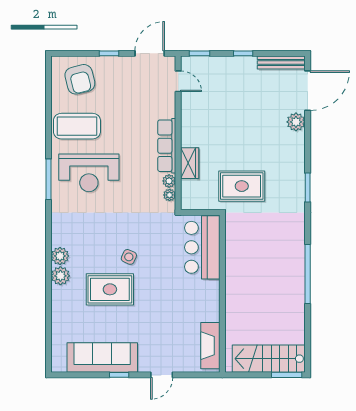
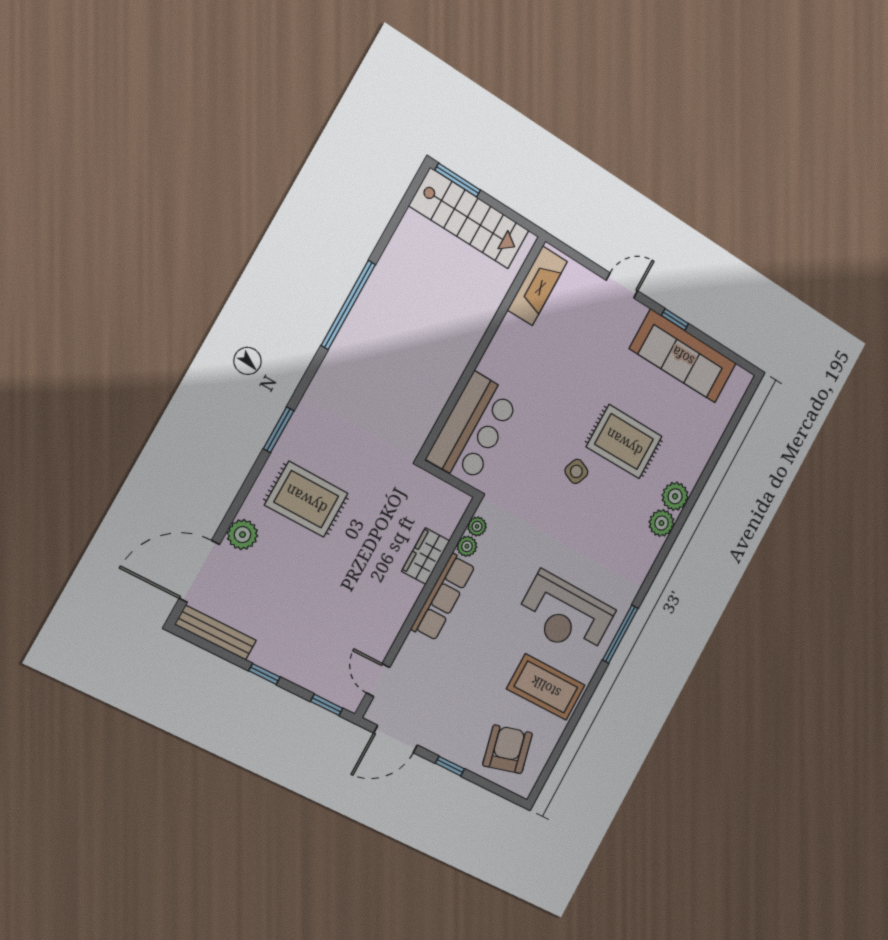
reception desk: (89, 173) -> (565, 615), turned 180
rug: (242, 186) -> (306, 499), moved

